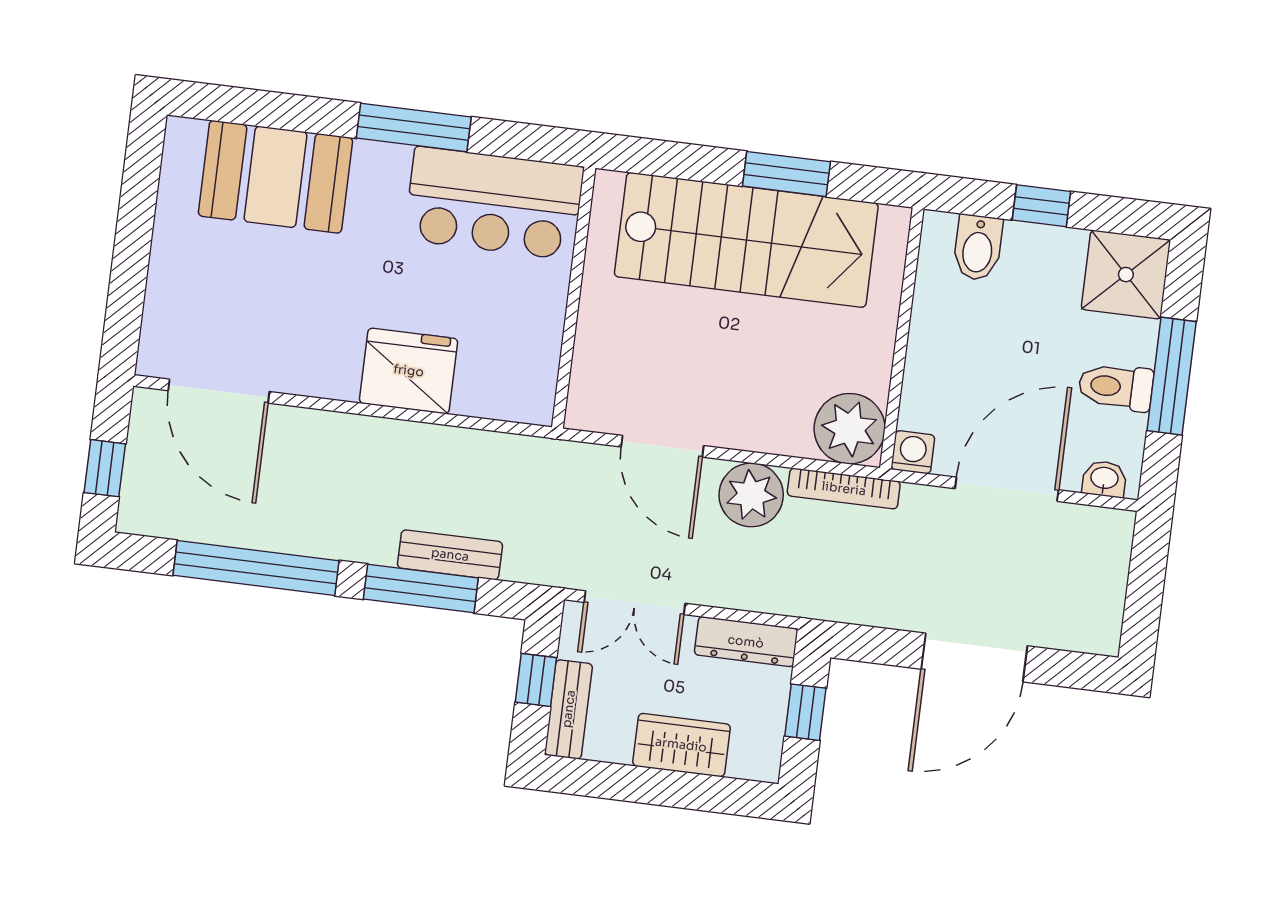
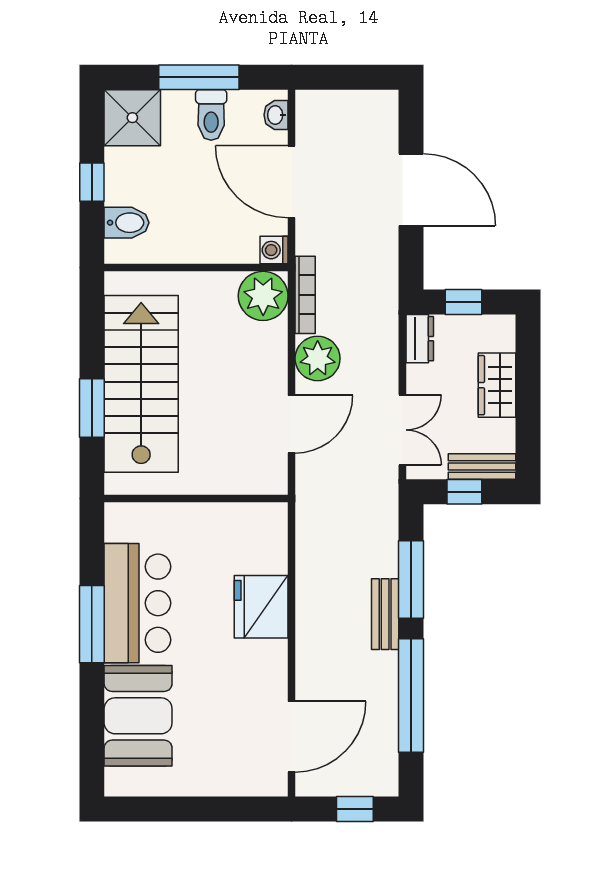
window: (786, 174) -> (92, 408), moved
bar counter: (494, 203) -> (137, 603), moved
bench: (450, 555) -> (385, 614), moved
dresser: (746, 642) -> (420, 339), width x0.70

